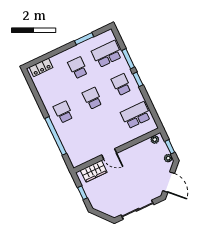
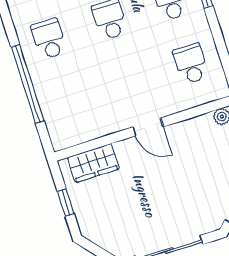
school desk: (136, 115) -> (191, 64), width x0.54
door: (109, 154) -> (148, 127), moved

